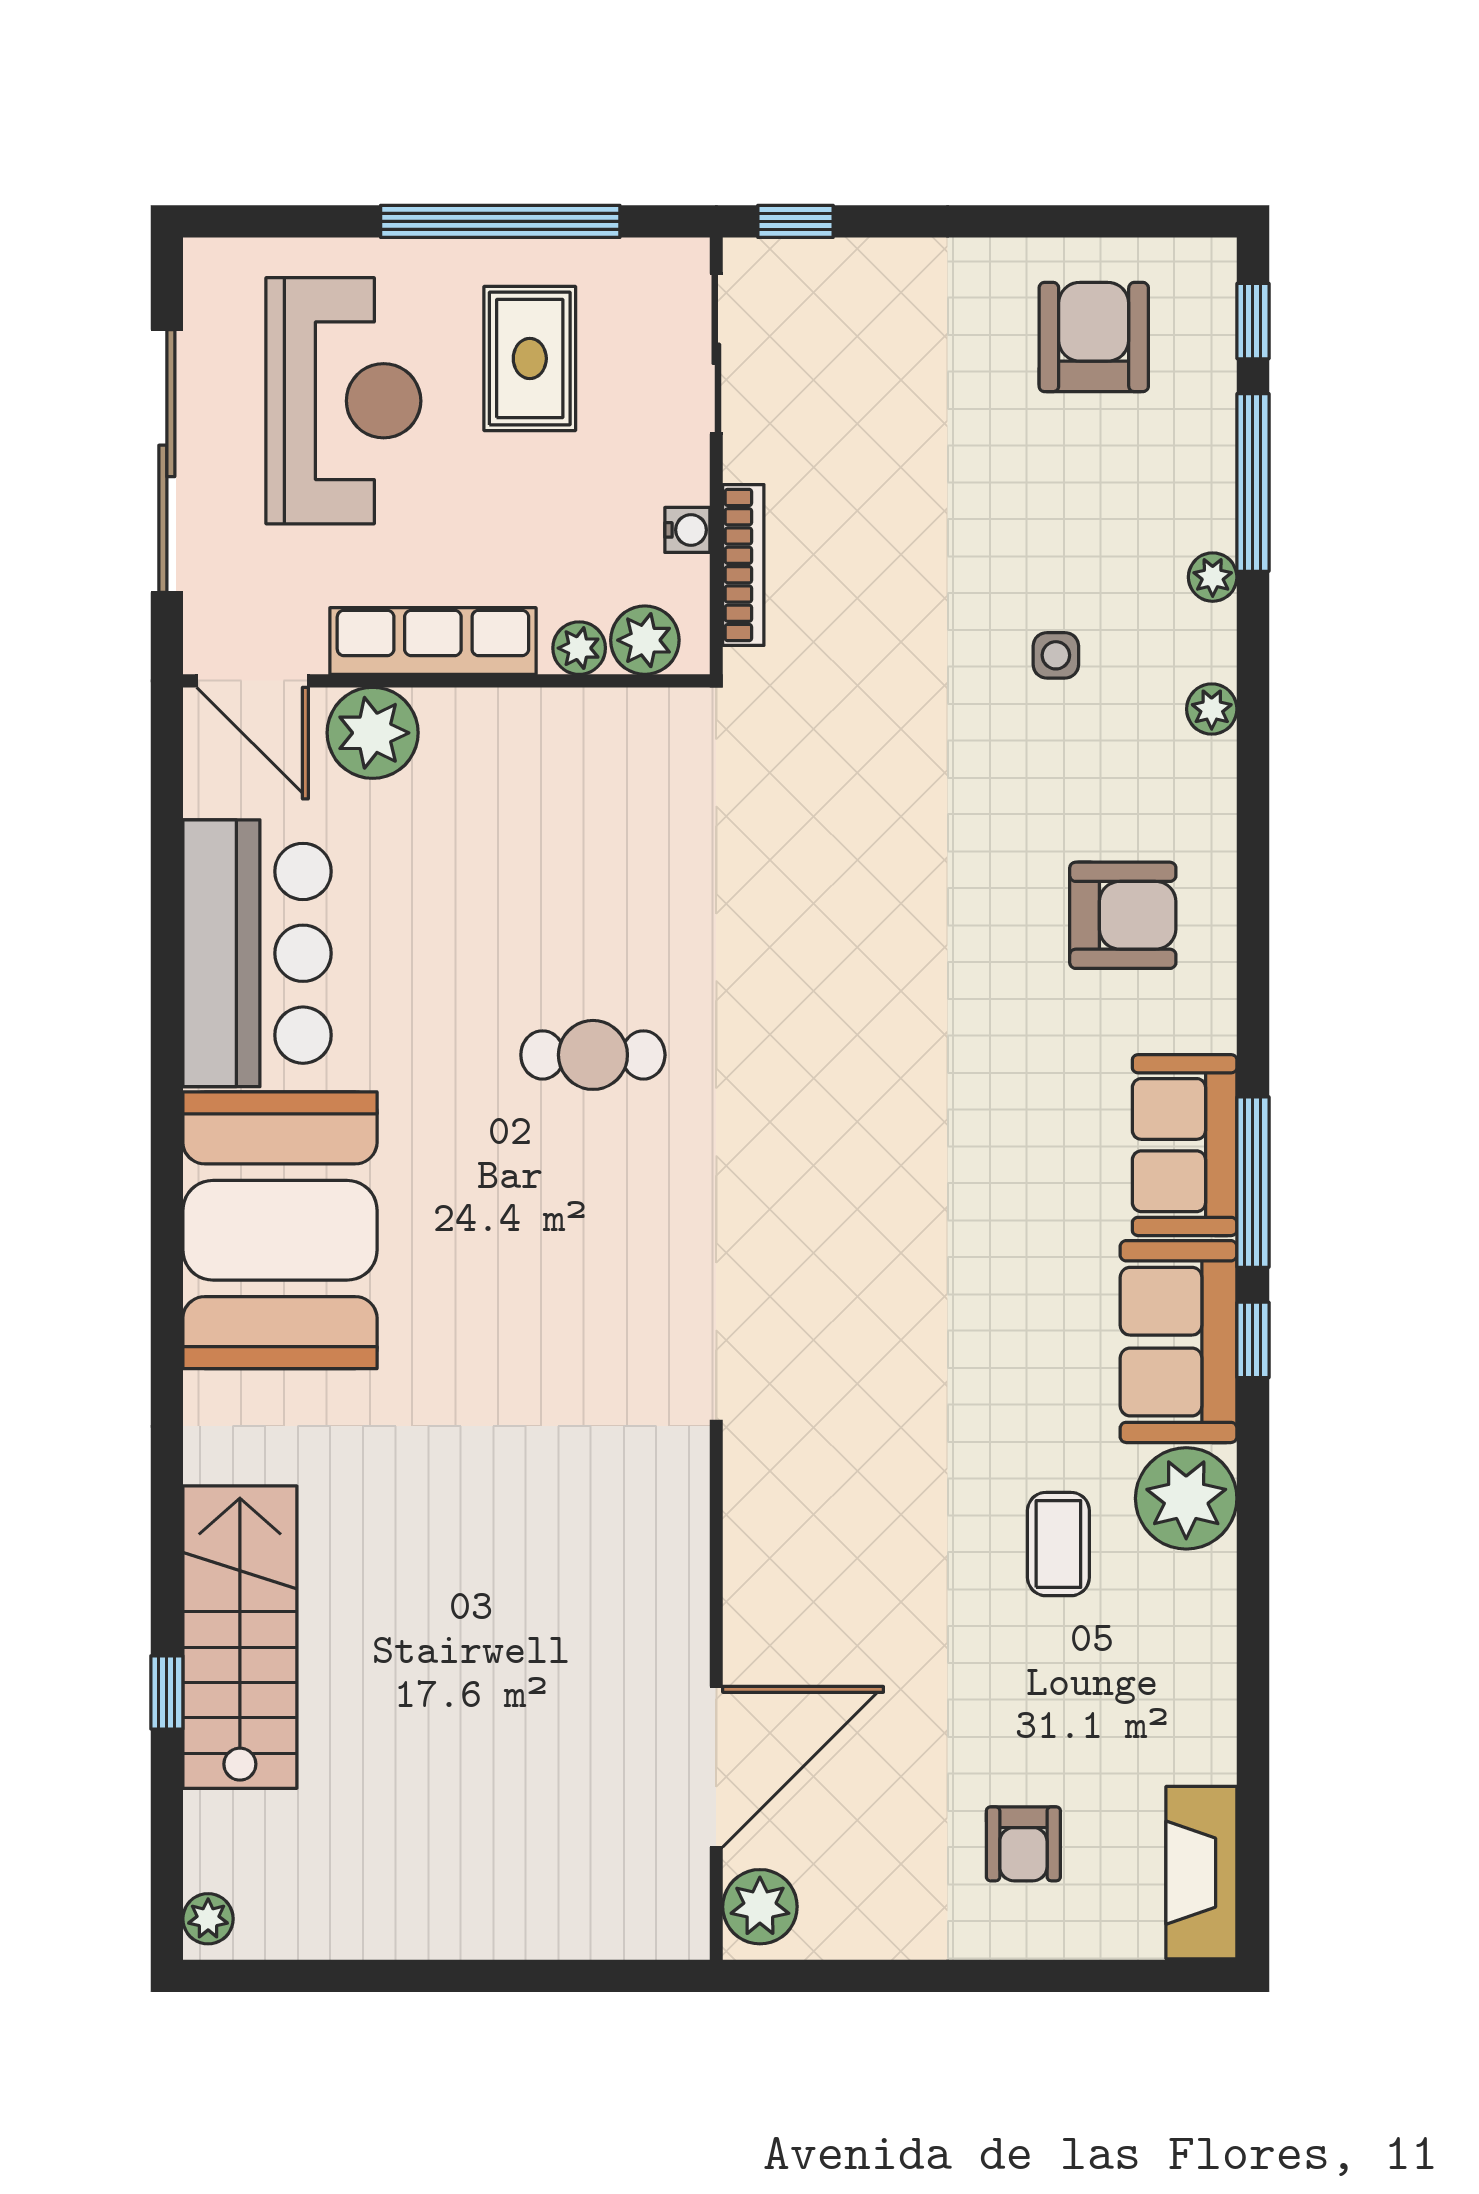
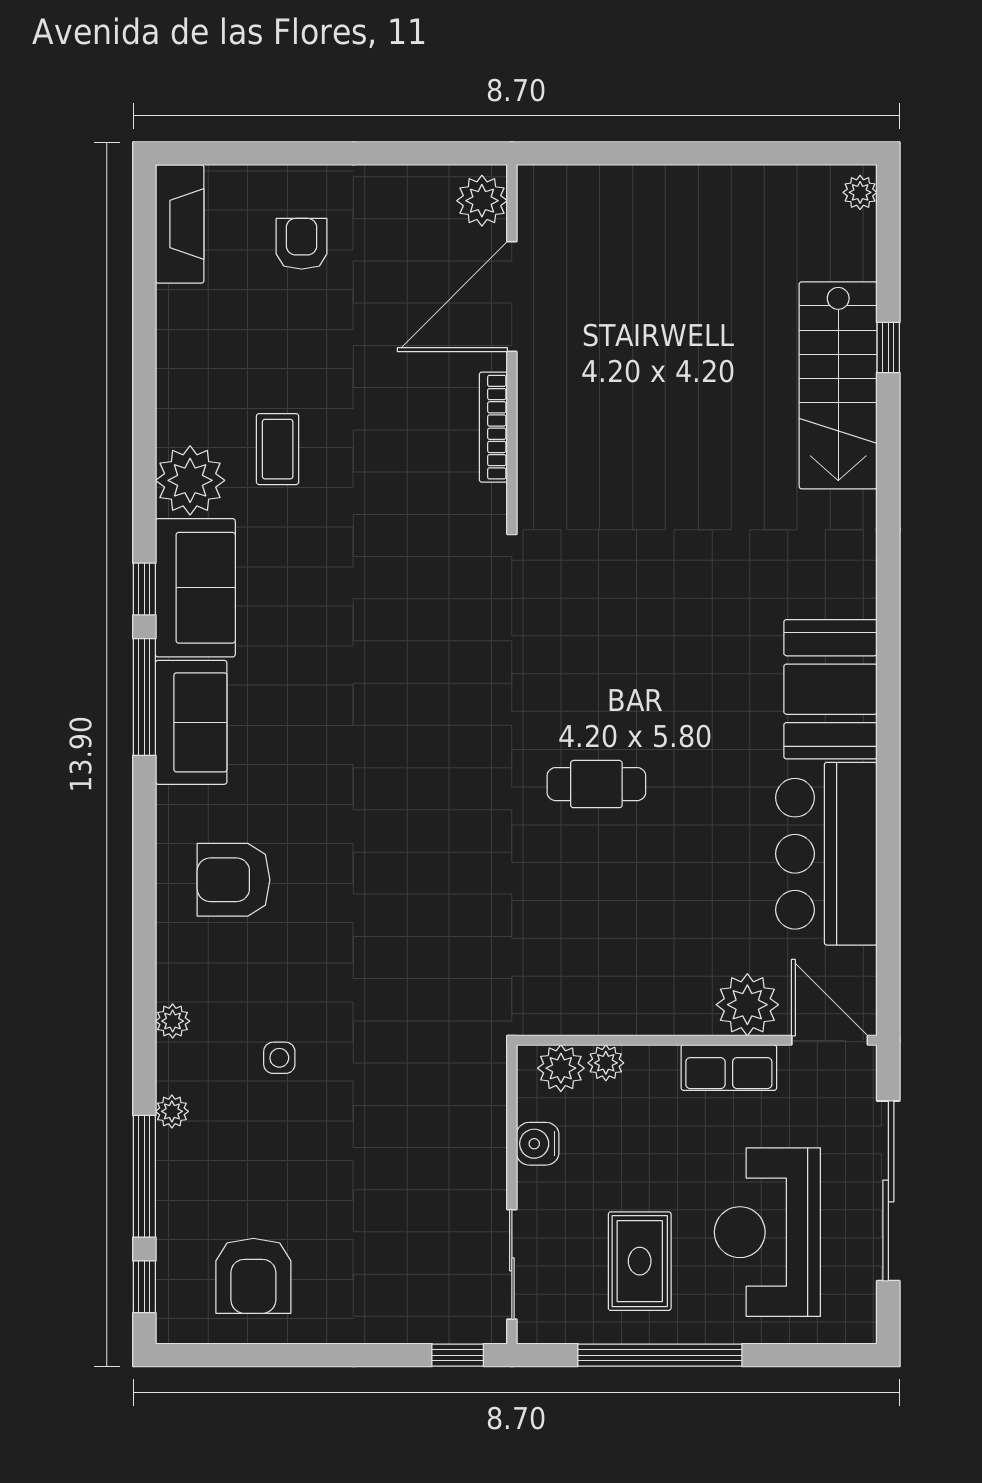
water cooler: (687, 530) -> (538, 1144), width x1.38, depth x1.38
bookcase: (743, 565) -> (493, 427), moved
row of seats: (433, 641) -> (729, 1068), width x0.68
booth: (280, 1230) -> (831, 689), width x0.73, depth x0.70

